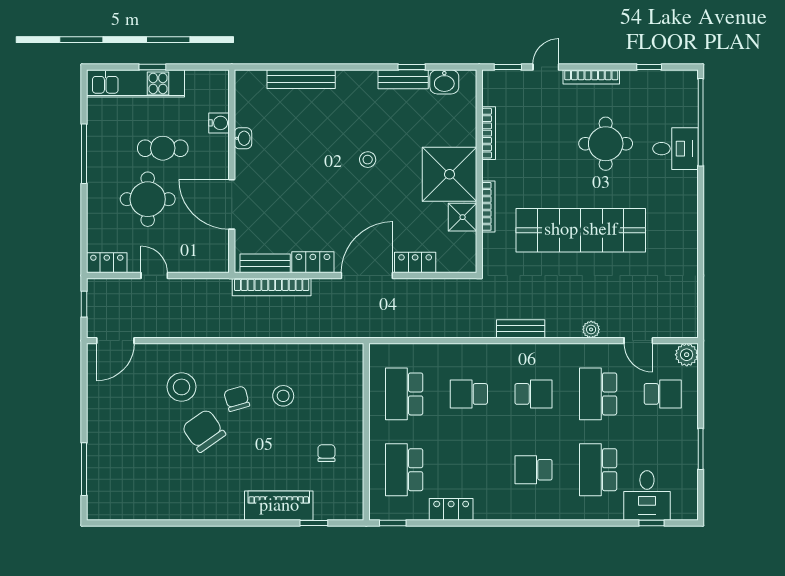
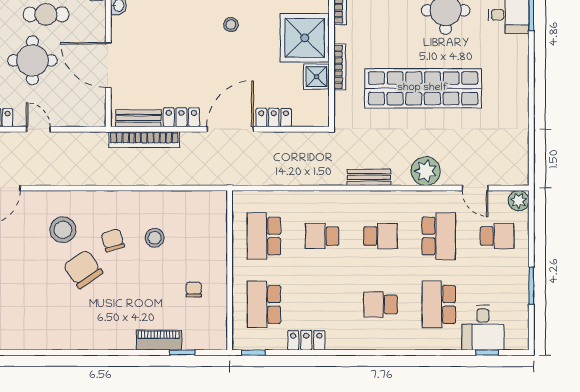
plant: (591, 329) -> (426, 171), width x1.88, depth x1.88
school desk: (598, 394) -> (439, 236), turned 180
piano: (279, 506) -> (159, 340), width x0.73, depth x0.75

